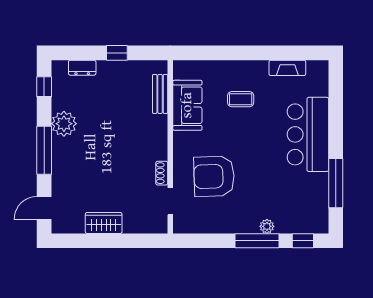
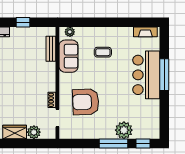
plant: (189, 68) -> (70, 32), added
fireplace: (287, 68) -> (145, 32), moved
window: (336, 183) -> (164, 75), moved
plant: (134, 223) -> (34, 132), added
plant: (267, 226) -> (124, 130), width x1.88, depth x1.88

